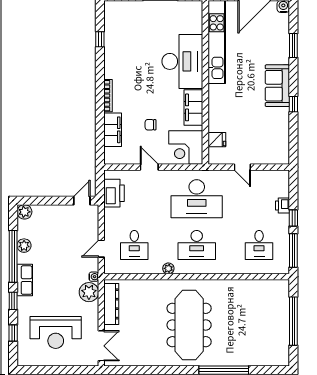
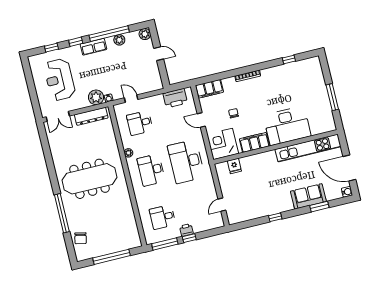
sofa: (277, 86) -> (308, 196), moved
filing cabinet: (113, 130) -> (209, 89), moved
door: (149, 167) -> (201, 120), swing flipped
door: (242, 167) -> (222, 205), moved
door: (82, 201) -> (159, 54), moved
printer: (282, 205) -> (186, 230), moved
chair: (261, 354) -> (81, 238), added

